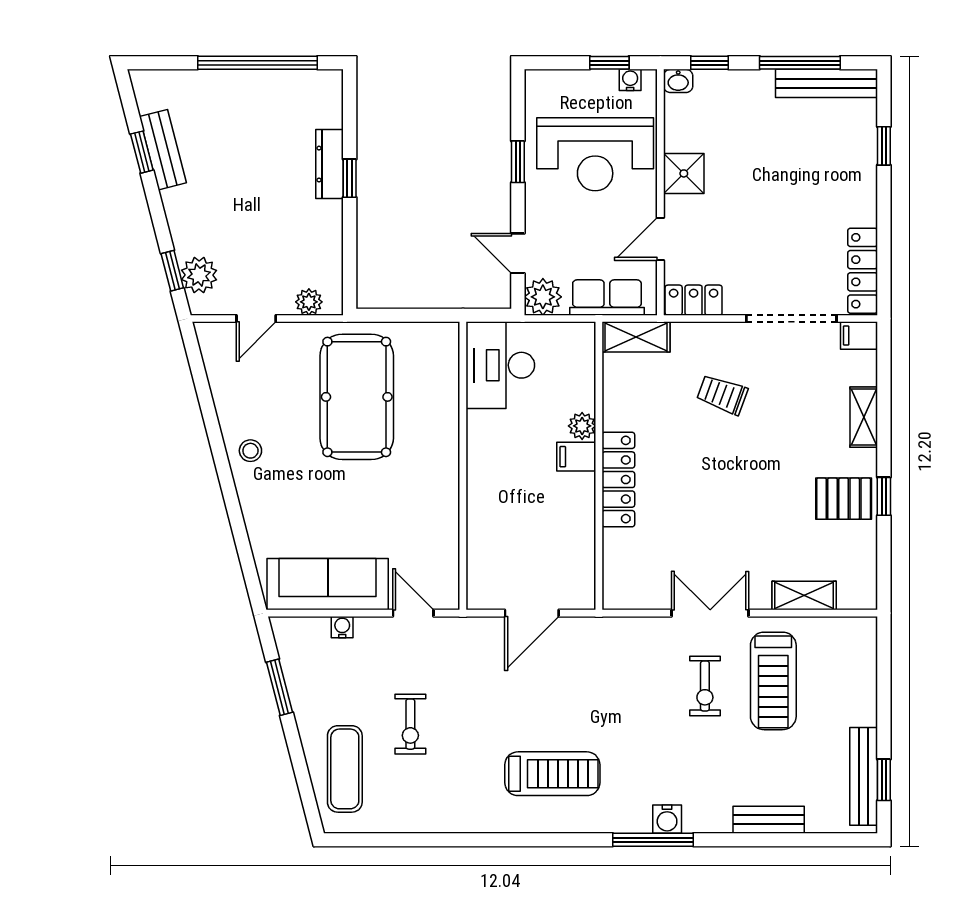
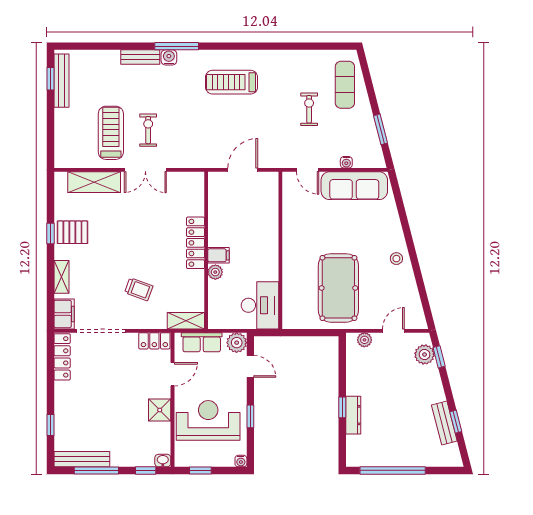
water cooler: (630, 80) -> (241, 461), moved
filing cabinet: (859, 335) -> (64, 314), width x2.00
shelving: (804, 596) -> (94, 182), width x1.50, depth x1.33
bench: (769, 820) -> (140, 57), moved

